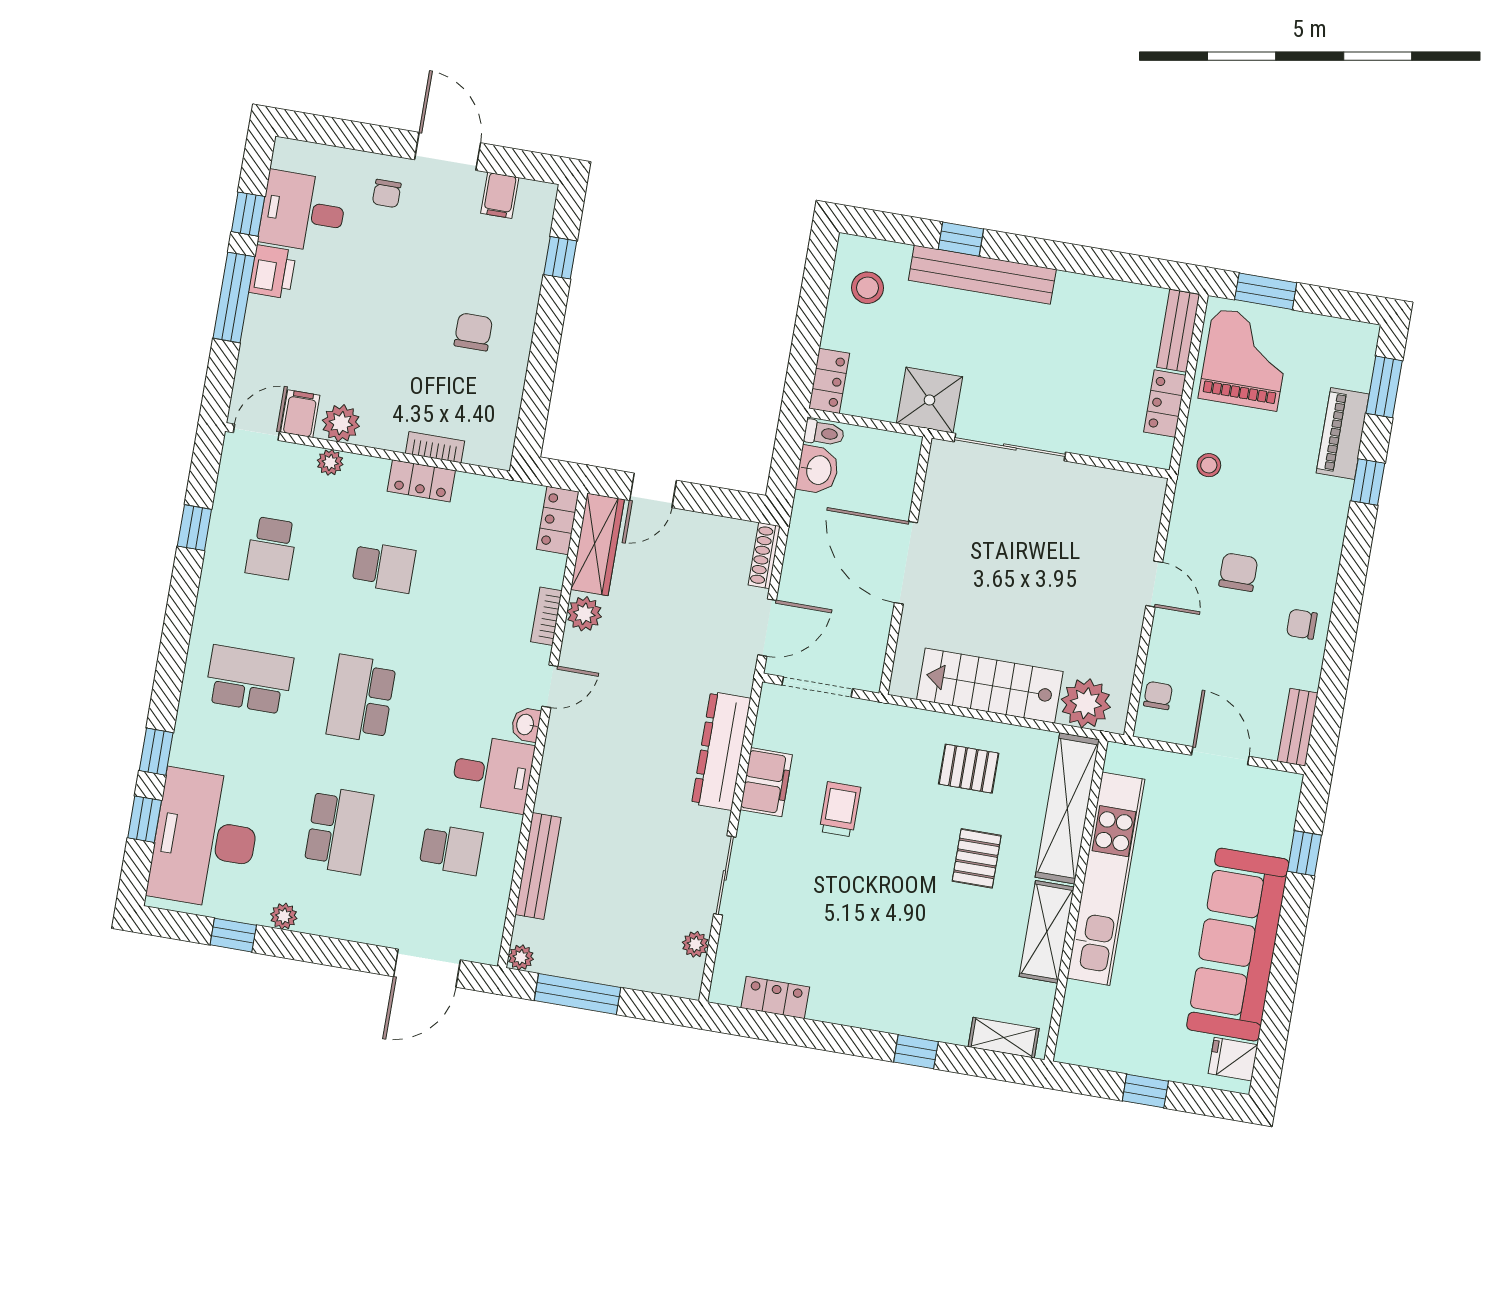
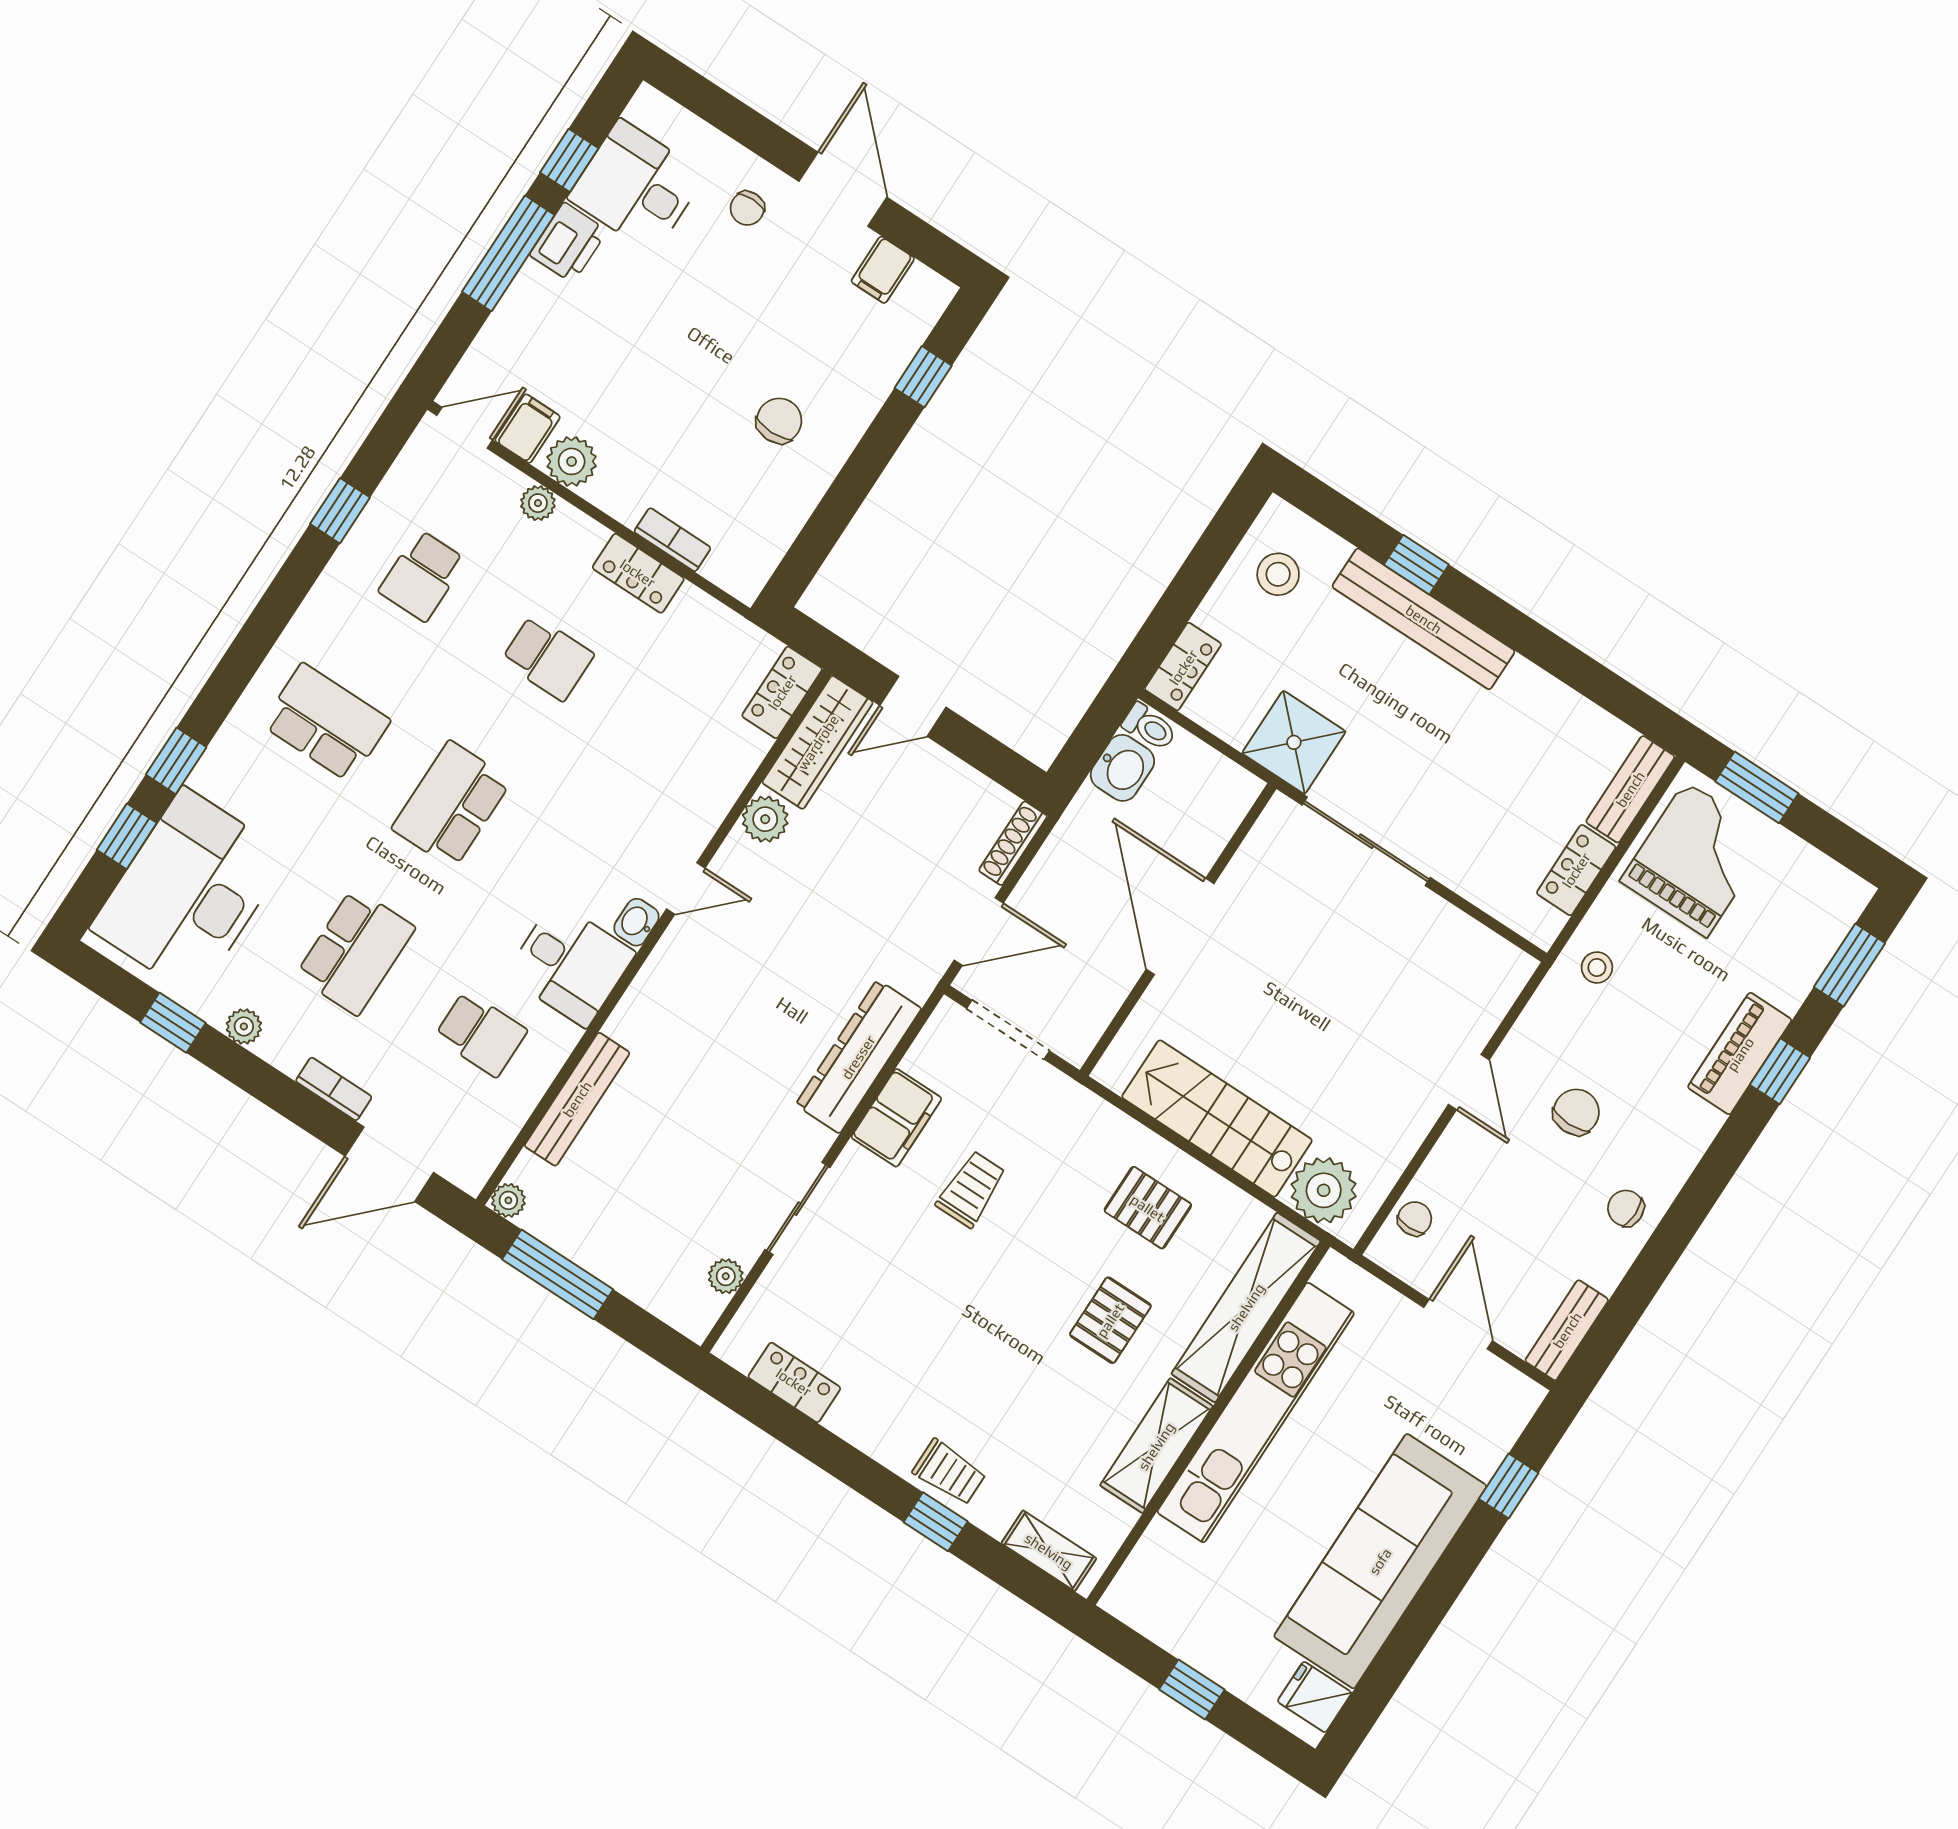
piano: (1343, 433) -> (1740, 1054), moved
bookcase: (546, 616) -> (334, 1089), moved, turned 90
trolley: (911, 1013) -> (949, 1472), added

